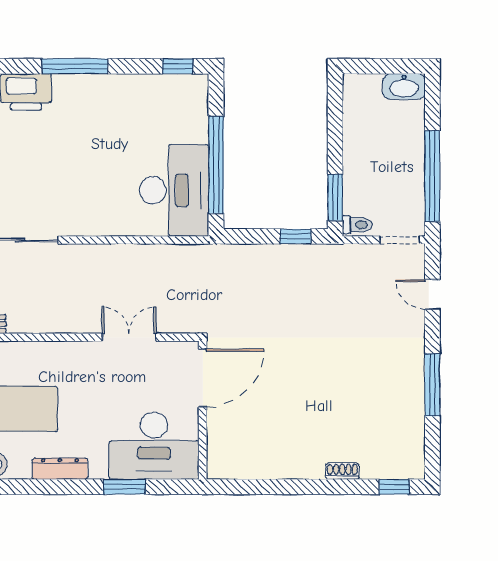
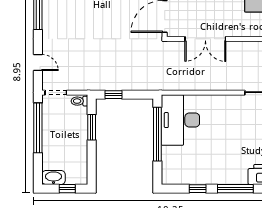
window: (178, 66) -> (198, 189), moved
window: (379, 66) -> (67, 189), added
window: (335, 197) -> (92, 127), moved
double door: (129, 337) -> (205, 39), width x1.37

